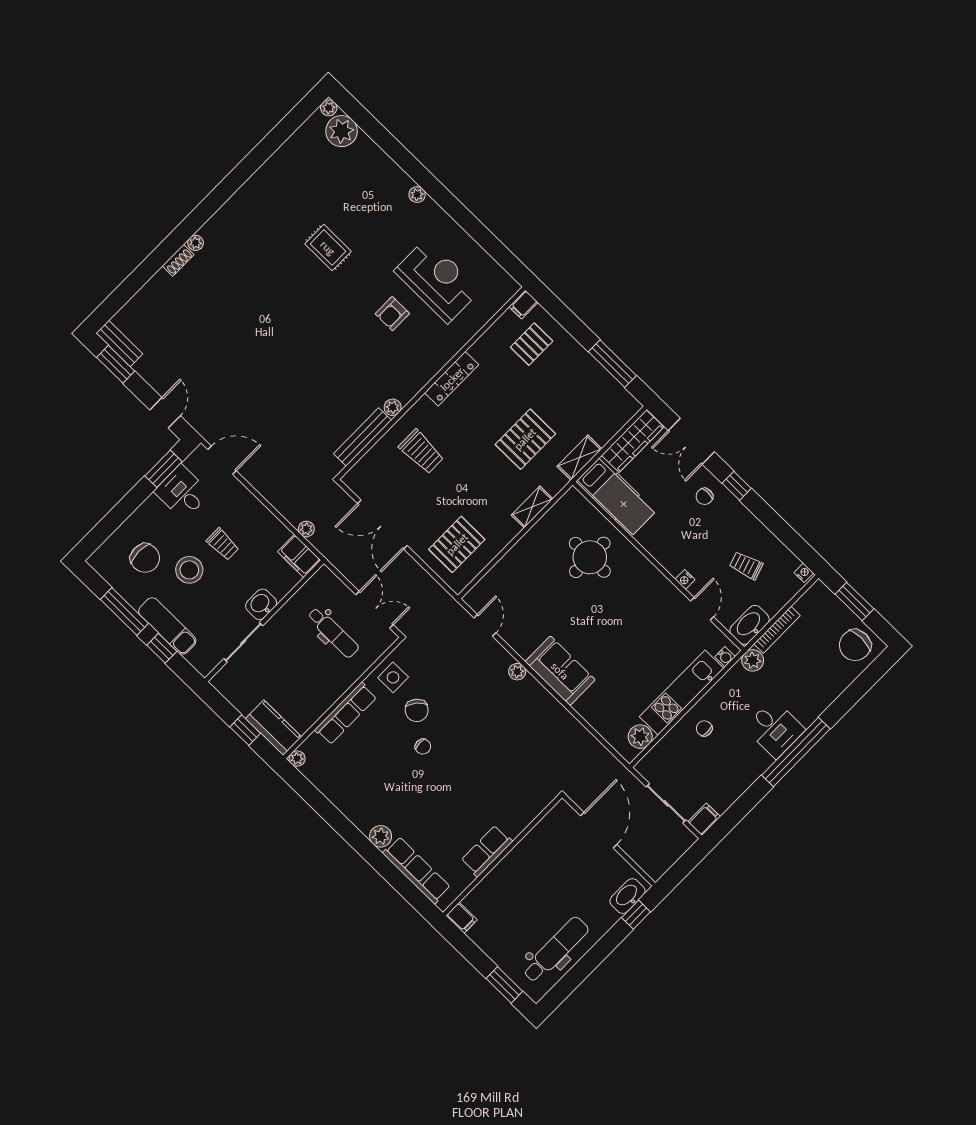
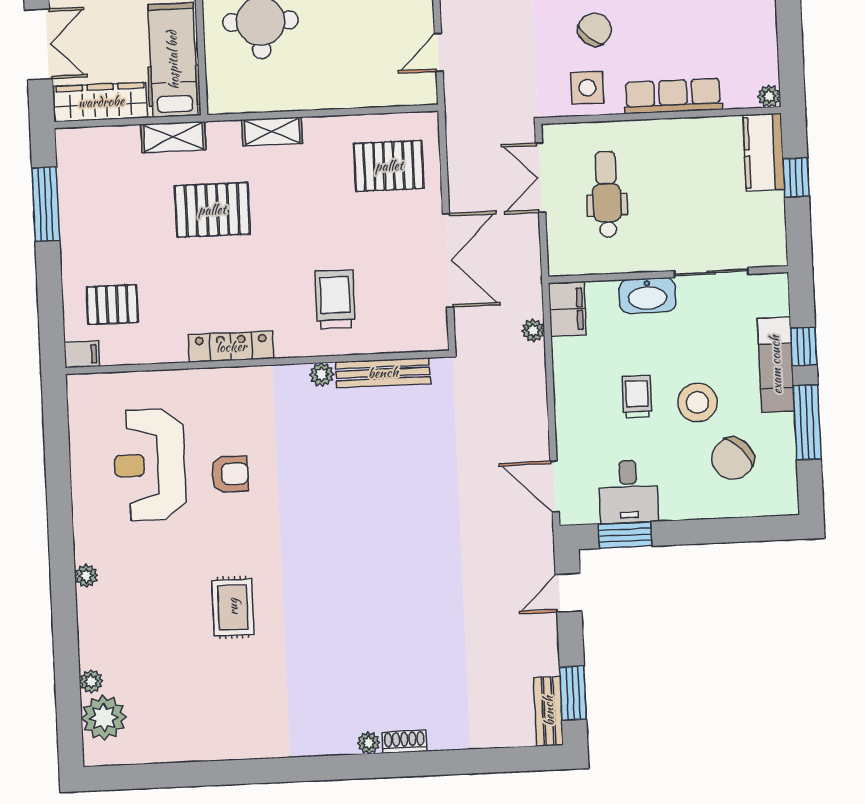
plant: (329, 108) -> (91, 681), moved
chair: (145, 558) -> (733, 459), turned -134
washbasin: (261, 604) -> (647, 296), width x1.38

